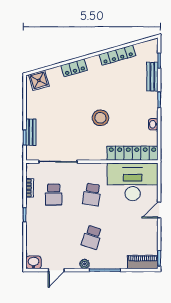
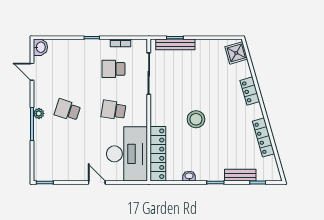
bench: (31, 132) -> (175, 44), width x1.36
piano: (143, 262) -> (41, 165), removed
plant: (85, 264) -> (39, 113), moved

